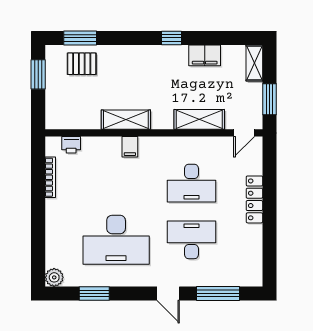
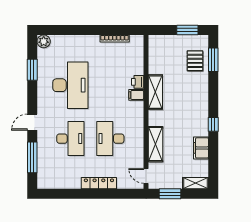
printer: (71, 145) -> (138, 82), moved
desk: (116, 240) -> (70, 85), turned 180

